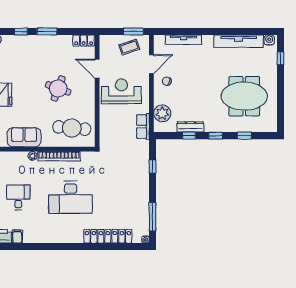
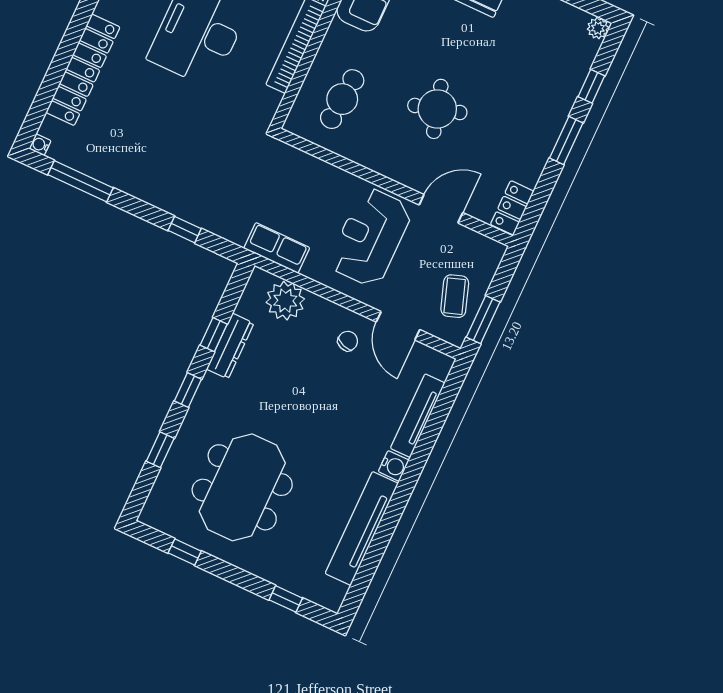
water cooler: (269, 40) -> (394, 466), moved
round table: (58, 88) -> (437, 109), turned -36
reception desk: (121, 91) -> (370, 237), turned 180
window: (280, 107) -> (185, 552), added
cafe table: (72, 128) -> (342, 99), width x0.73, depth x0.74

